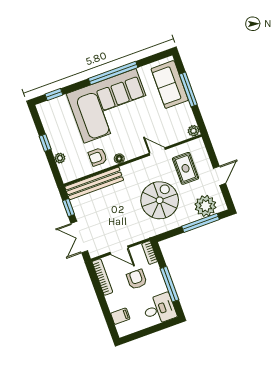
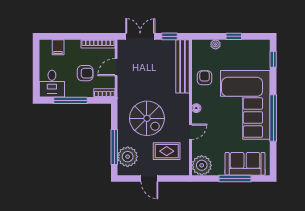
plant: (194, 131) -> (202, 165), width x1.87, depth x1.87
floor lamp: (119, 159) -> (196, 108), moved

